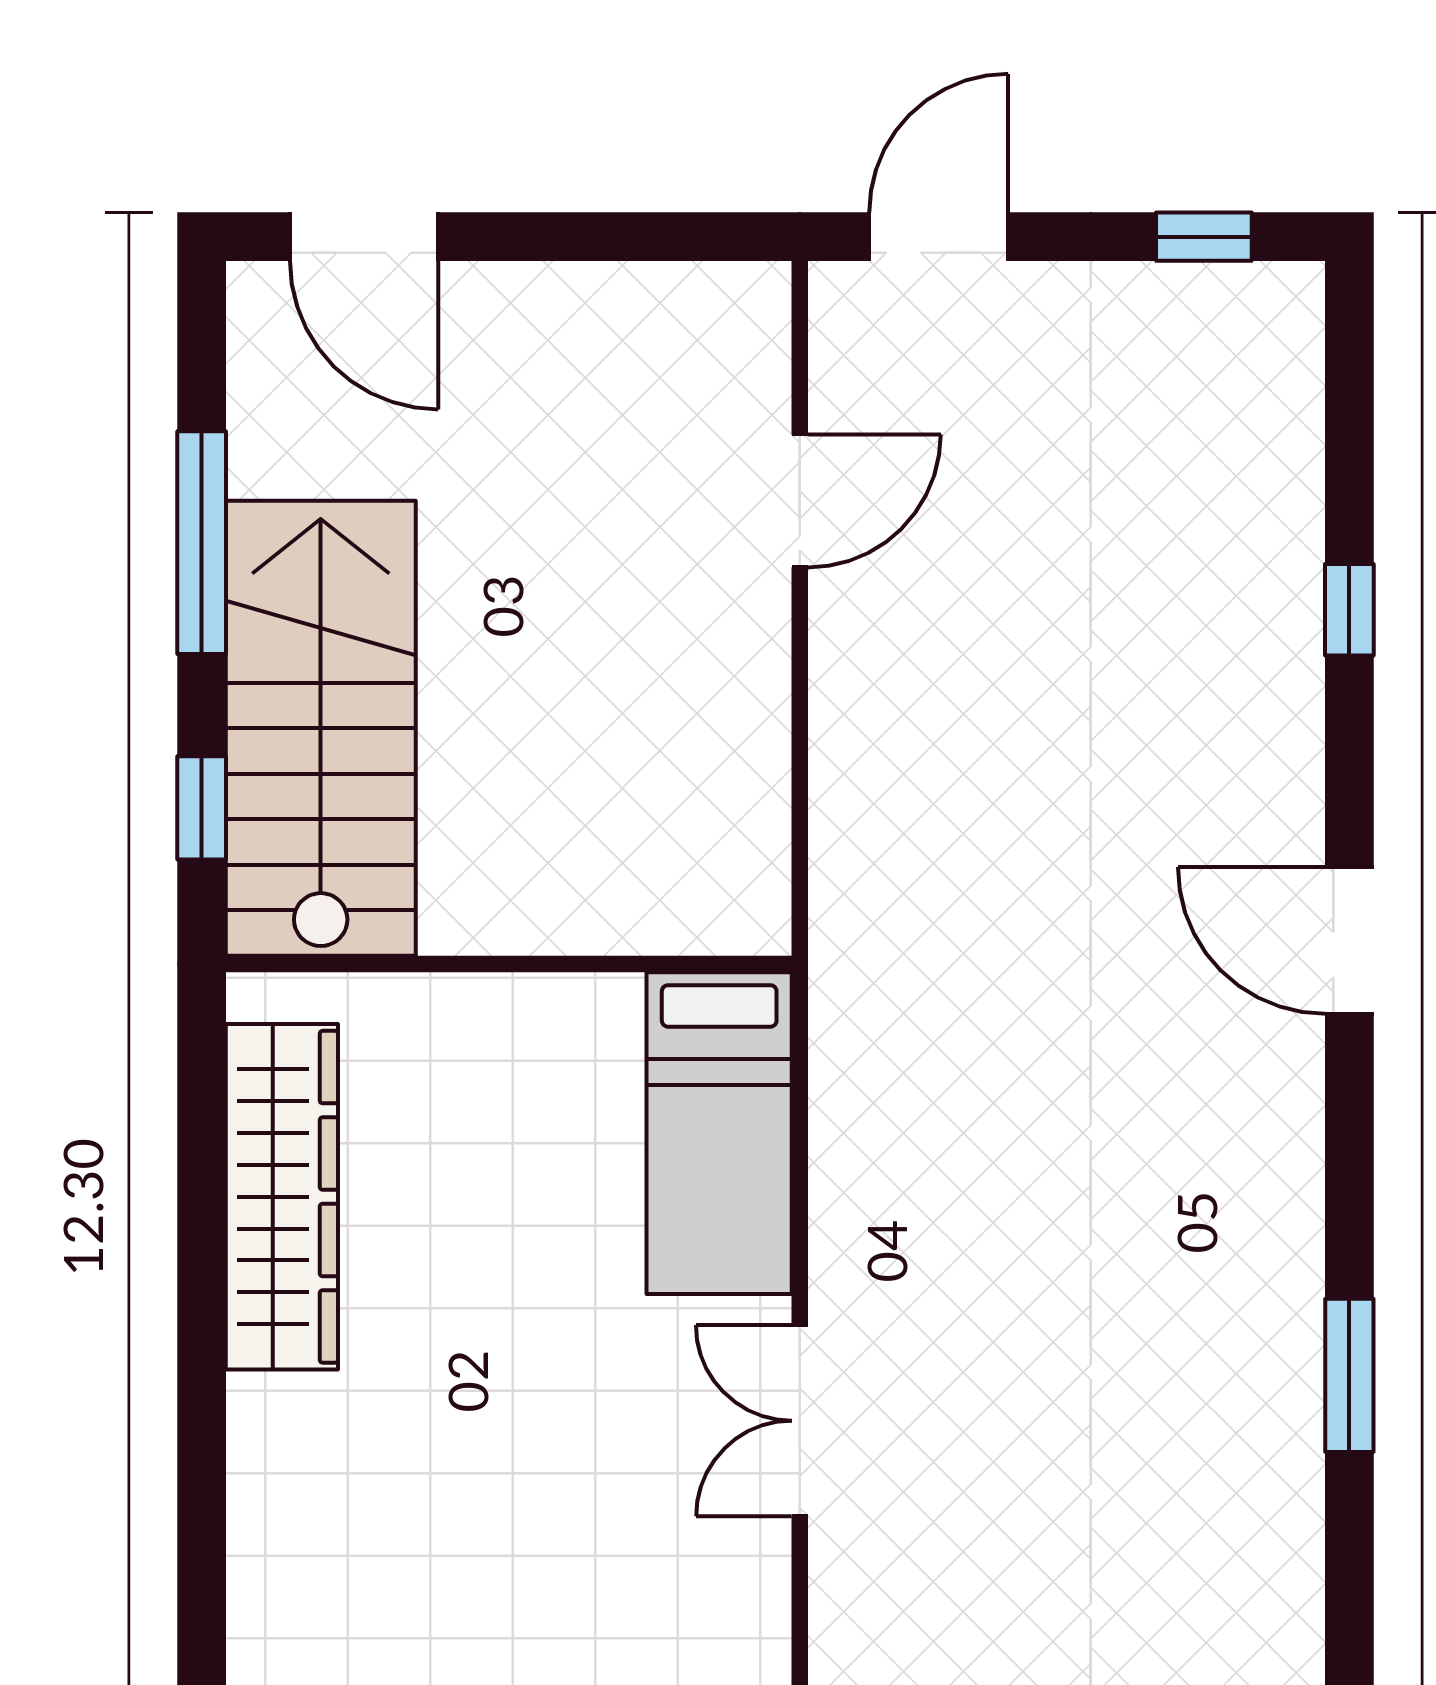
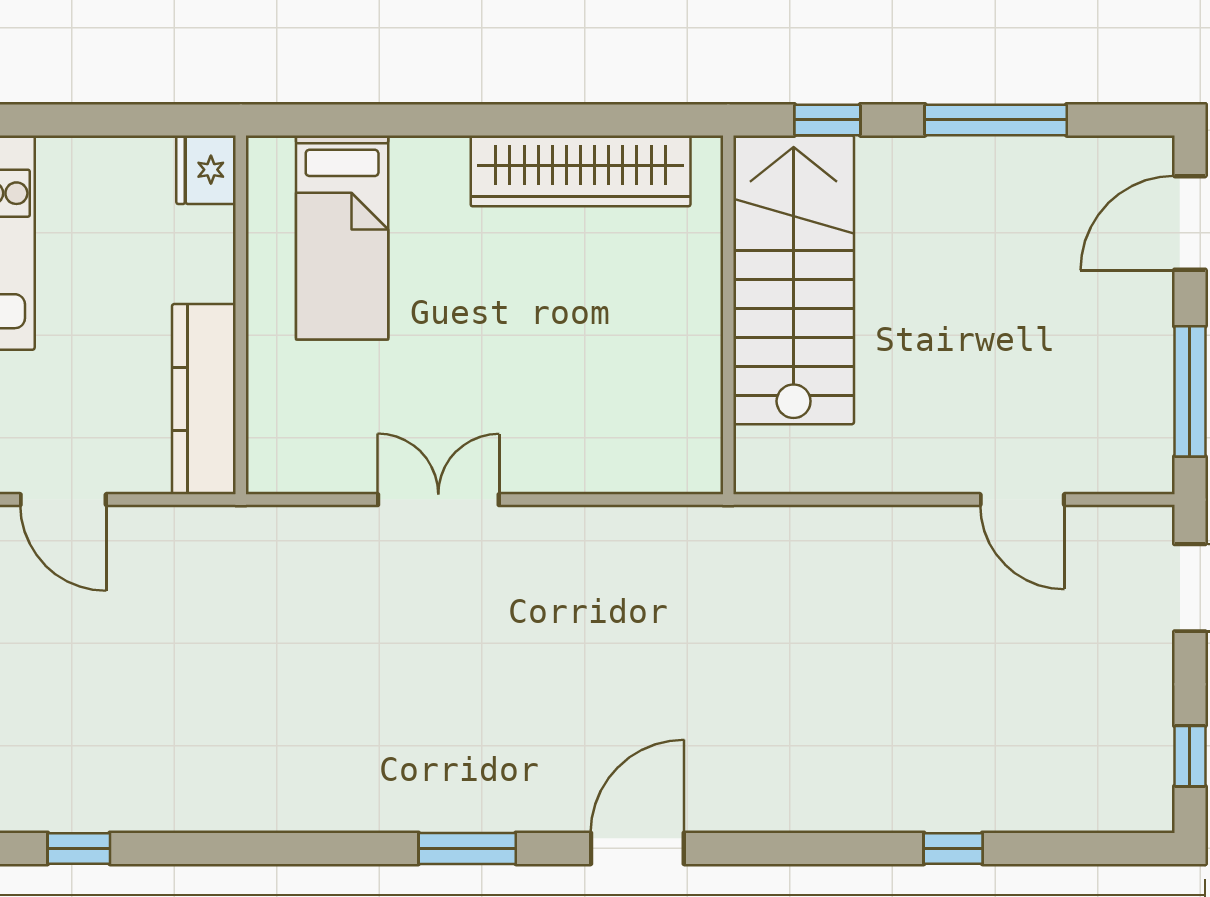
window: (629, 237) -> (1190, 391), added
stairs: (321, 728) -> (794, 280), moved, turned -90
door: (1349, 940) -> (637, 848), moved
bed: (719, 1133) -> (342, 238), moved, turned -90

